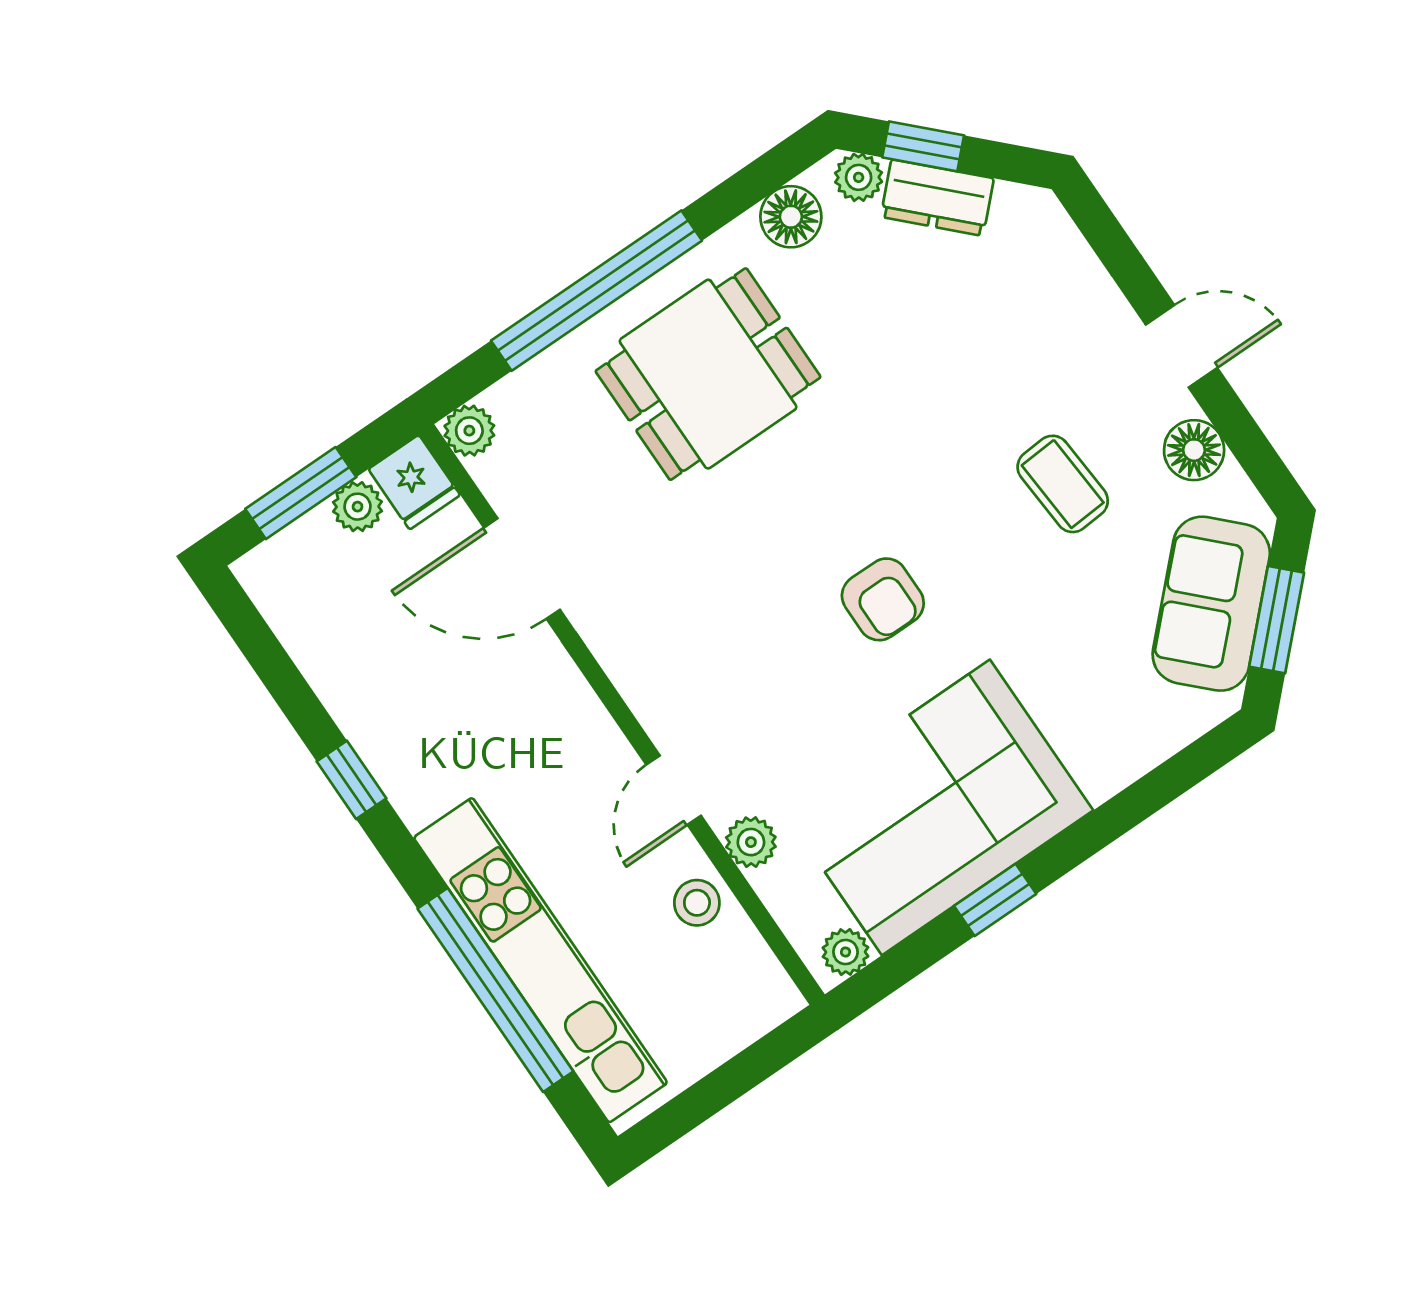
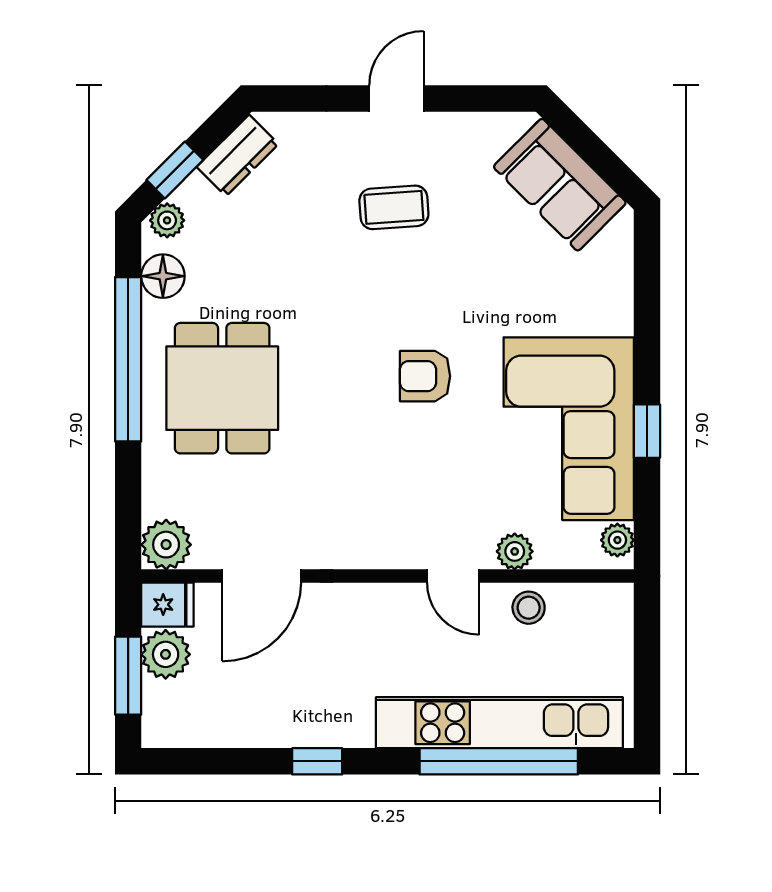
dresser: (937, 198) -> (238, 155), moved
window: (596, 291) -> (128, 359), moved
plant: (469, 431) -> (166, 545), width x1.38, depth x1.38
floor lamp: (1194, 450) -> (463, 133), removed
coffee table: (1063, 484) -> (394, 207), moved
plant: (358, 507) -> (166, 654), width x1.38, depth x1.38
armchair: (883, 599) -> (425, 376), turned 180
window: (1277, 620) -> (596, 153), removed

